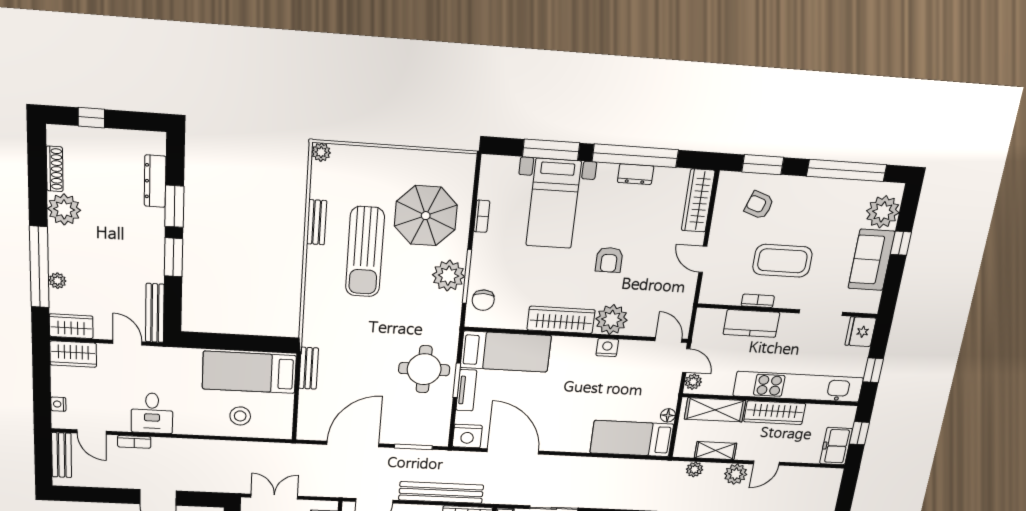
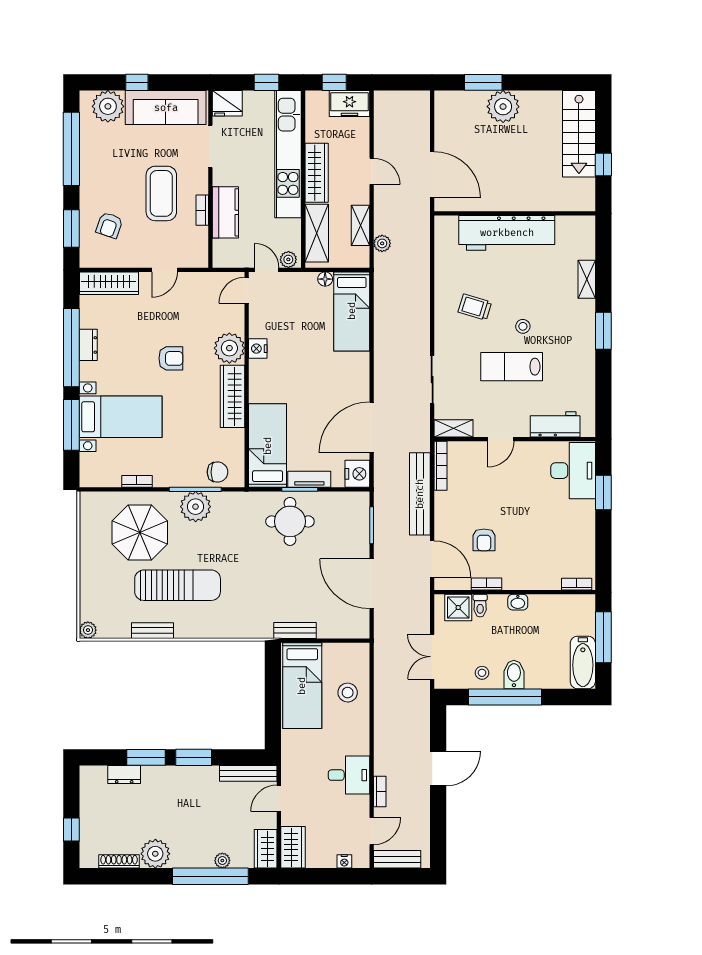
dresser: (155, 181) -> (124, 775), width x0.70
sofa: (871, 260) -> (166, 108), width x1.36
door: (686, 361) -> (267, 270), hinge flipped
plant: (736, 474) -> (385, 201), removed

